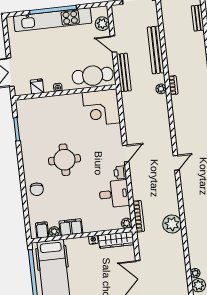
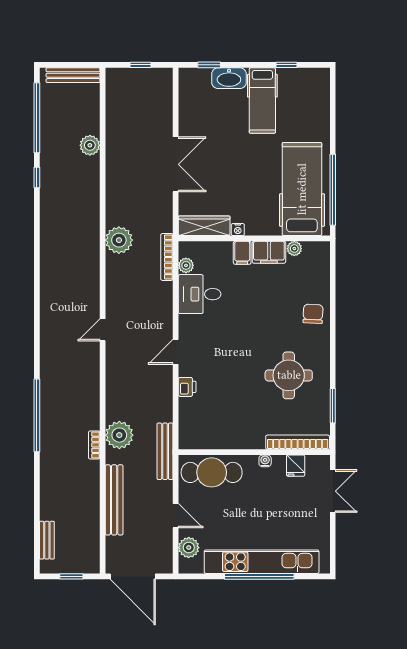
bench: (124, 72) -> (165, 451), moved
plant: (161, 89) -> (119, 435), width x1.87, depth x1.87
bookcase: (37, 102) -> (298, 442), added
corner desk: (101, 108) -> (204, 424), removed
round table: (64, 160) -> (289, 375), moved
printer: (120, 172) -> (187, 387), moved
plant: (127, 223) -> (186, 265), moved
filing cabinet: (42, 230) -> (242, 253), moved
plant: (195, 273) -> (93, 164), removed

